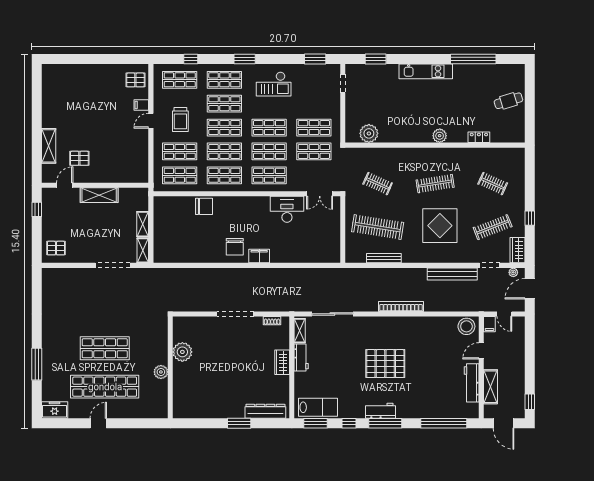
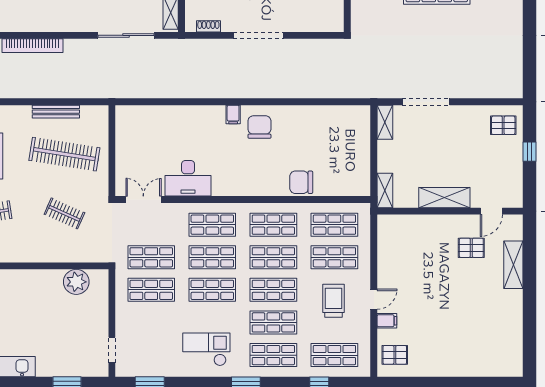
window: (37, 209) -> (530, 152), moved
shelving: (143, 224) -> (385, 190), moved
filing cabinet: (259, 256) -> (233, 114), width x0.50

